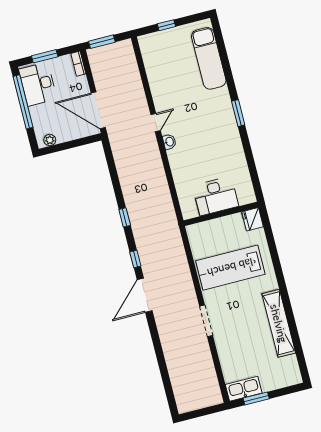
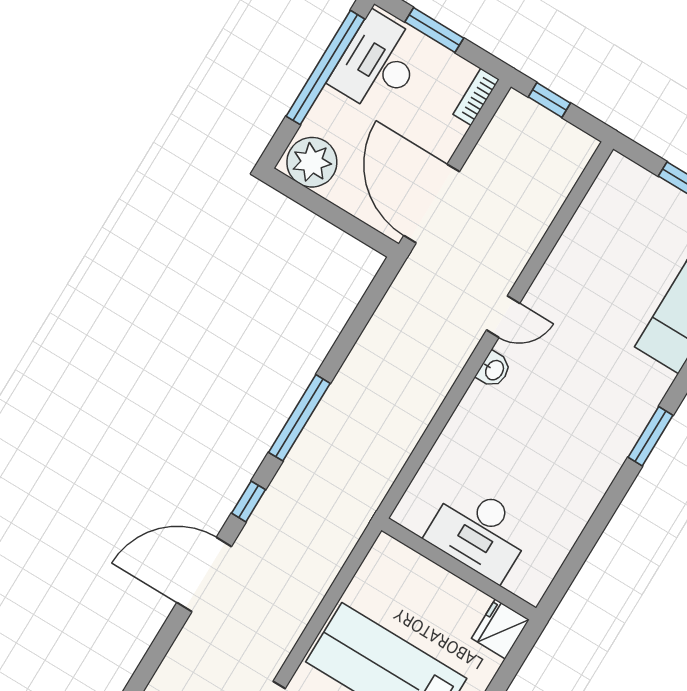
window: (102, 42) -> (549, 100), width x0.67
plant: (50, 140) -> (312, 162), width x1.88, depth x1.88
window: (125, 217) -> (299, 418), width x2.17

